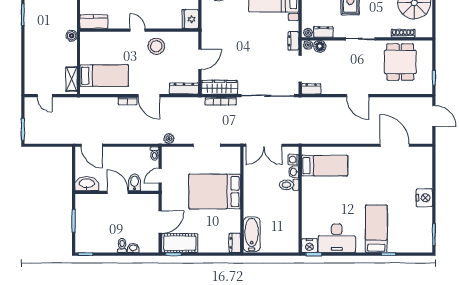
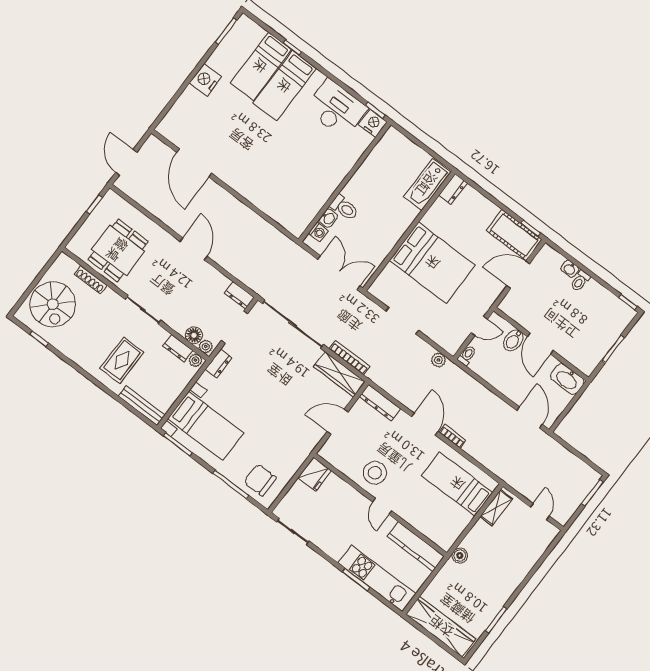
kitchen counter: (94, 22) -> (416, 547), width x1.50
bed: (325, 166) -> (261, 66), moved, turned -90

